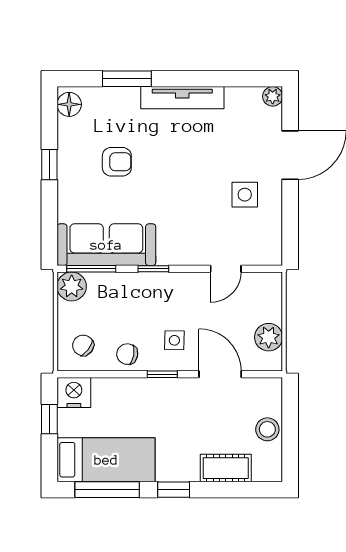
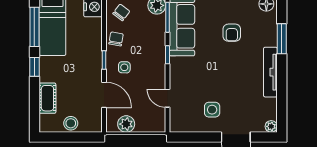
door: (220, 374) -> (104, 95), hinge flipped

